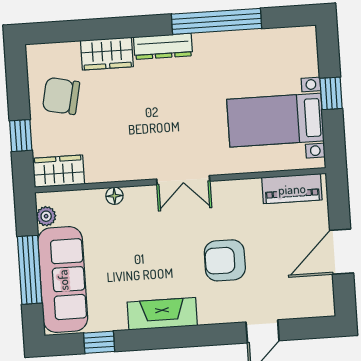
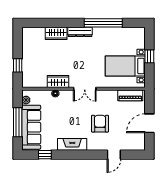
chair: (61, 96) -> (36, 50), removed
wardrobe: (58, 171) -> (58, 81), moved
armchair: (225, 260) -> (100, 124), turned 90

